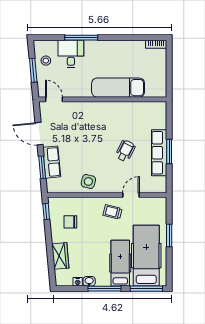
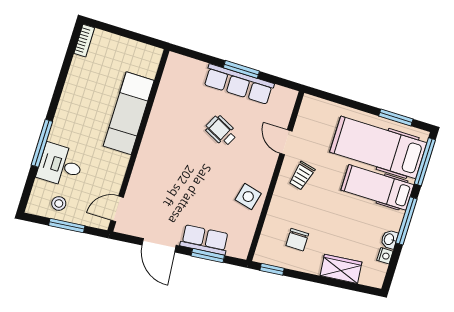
door: (39, 134) -> (159, 245), hinge flipped
window: (169, 236) -> (396, 118), moved

